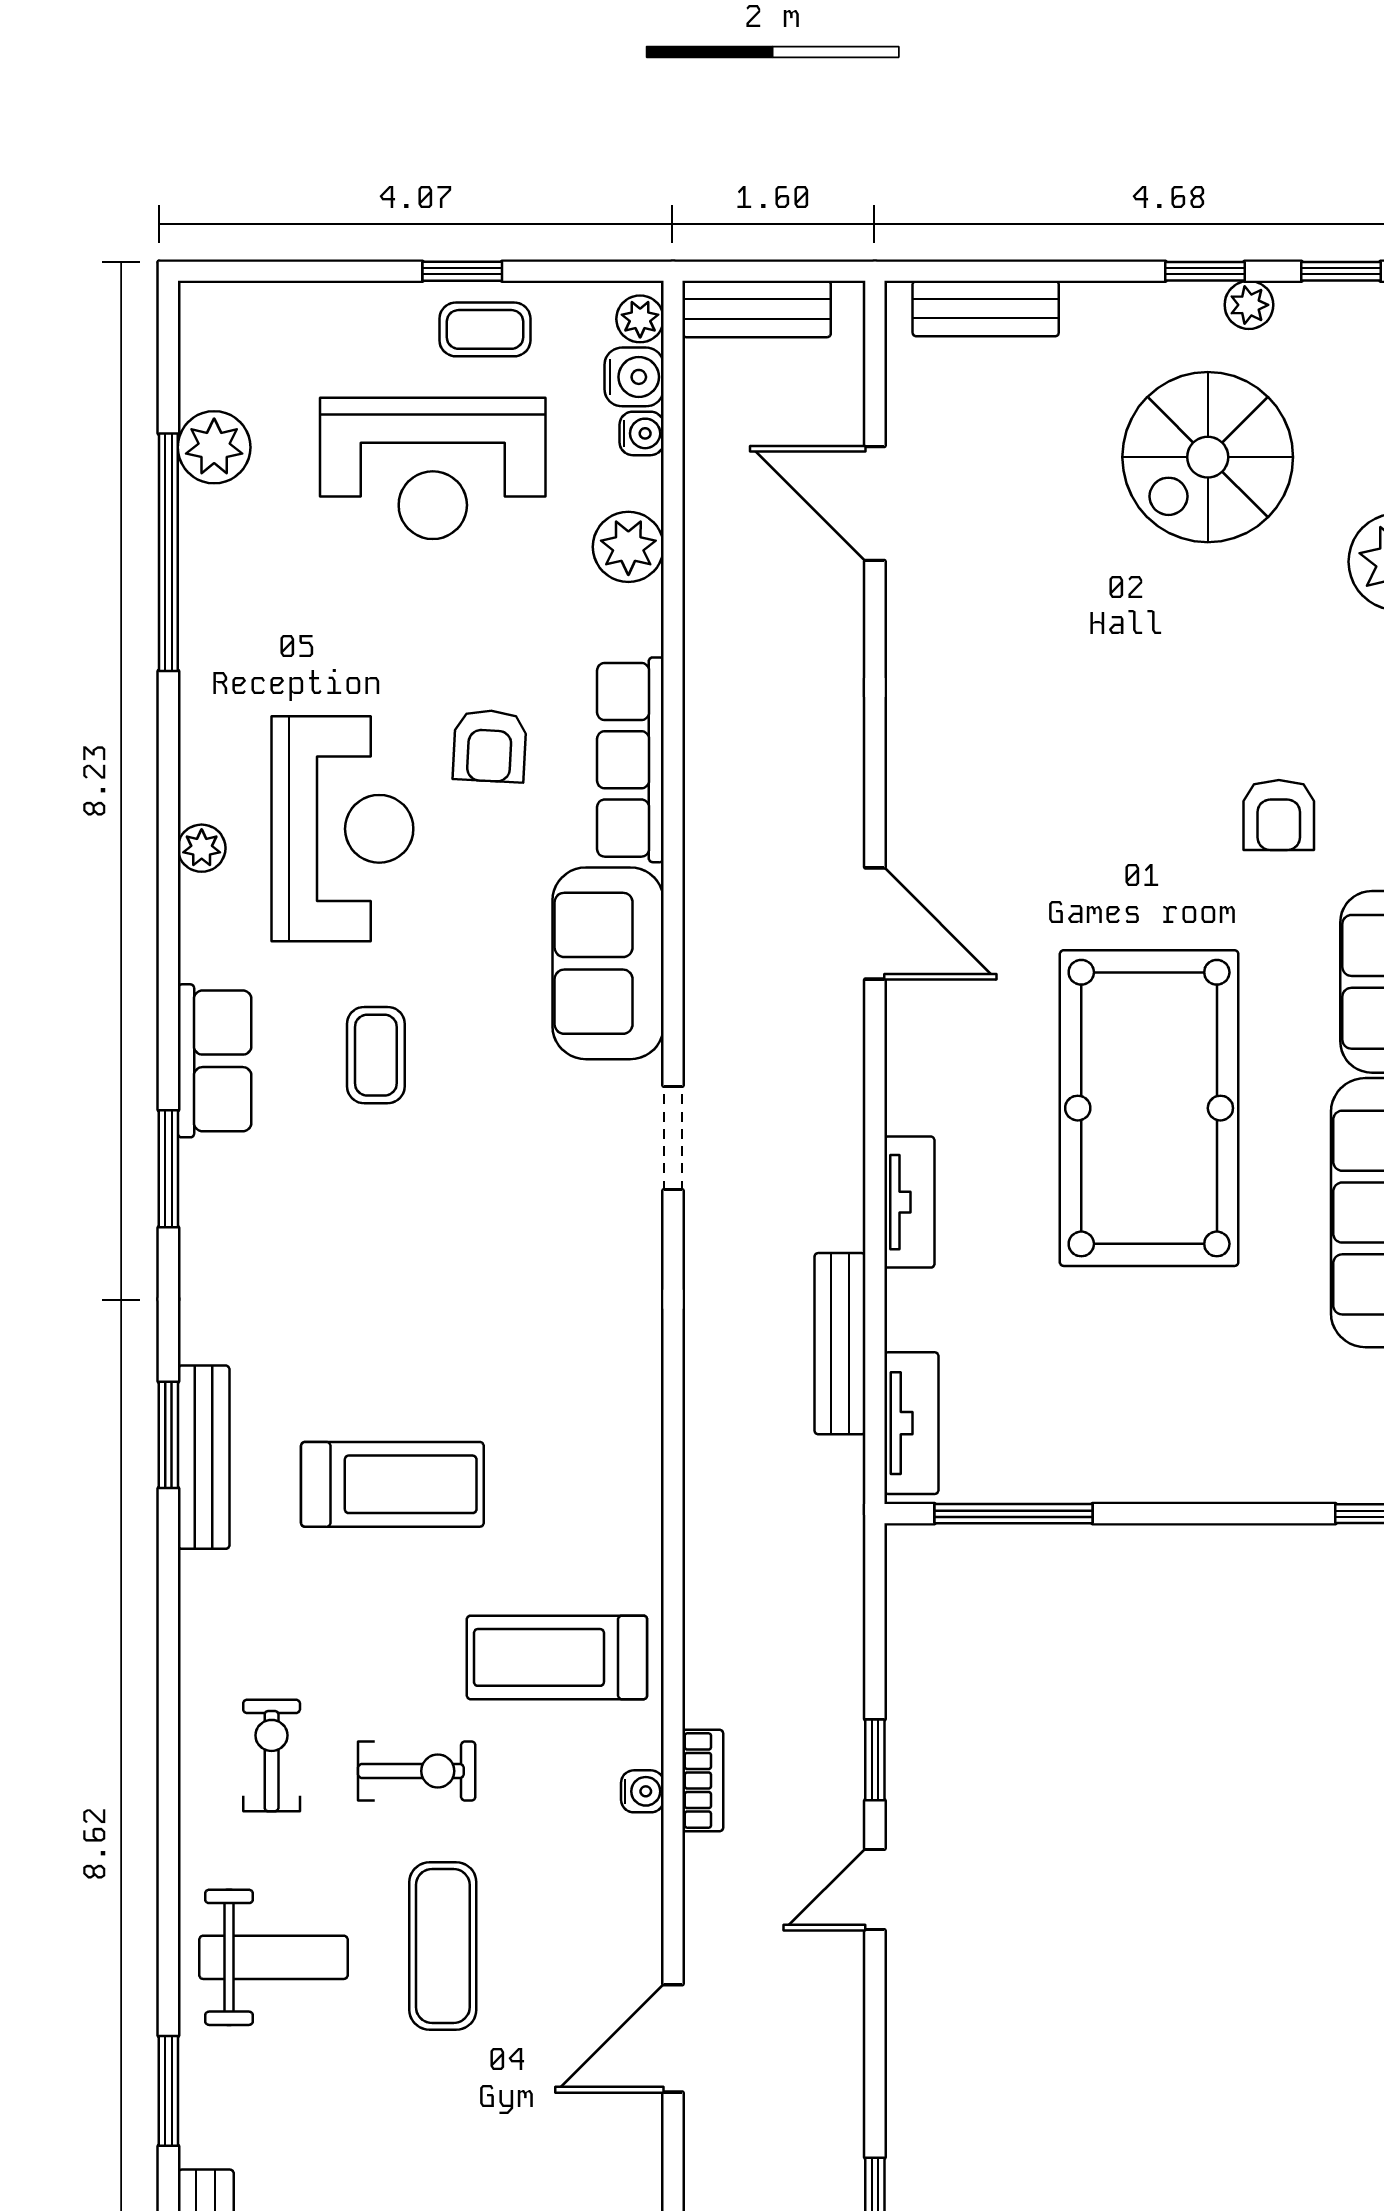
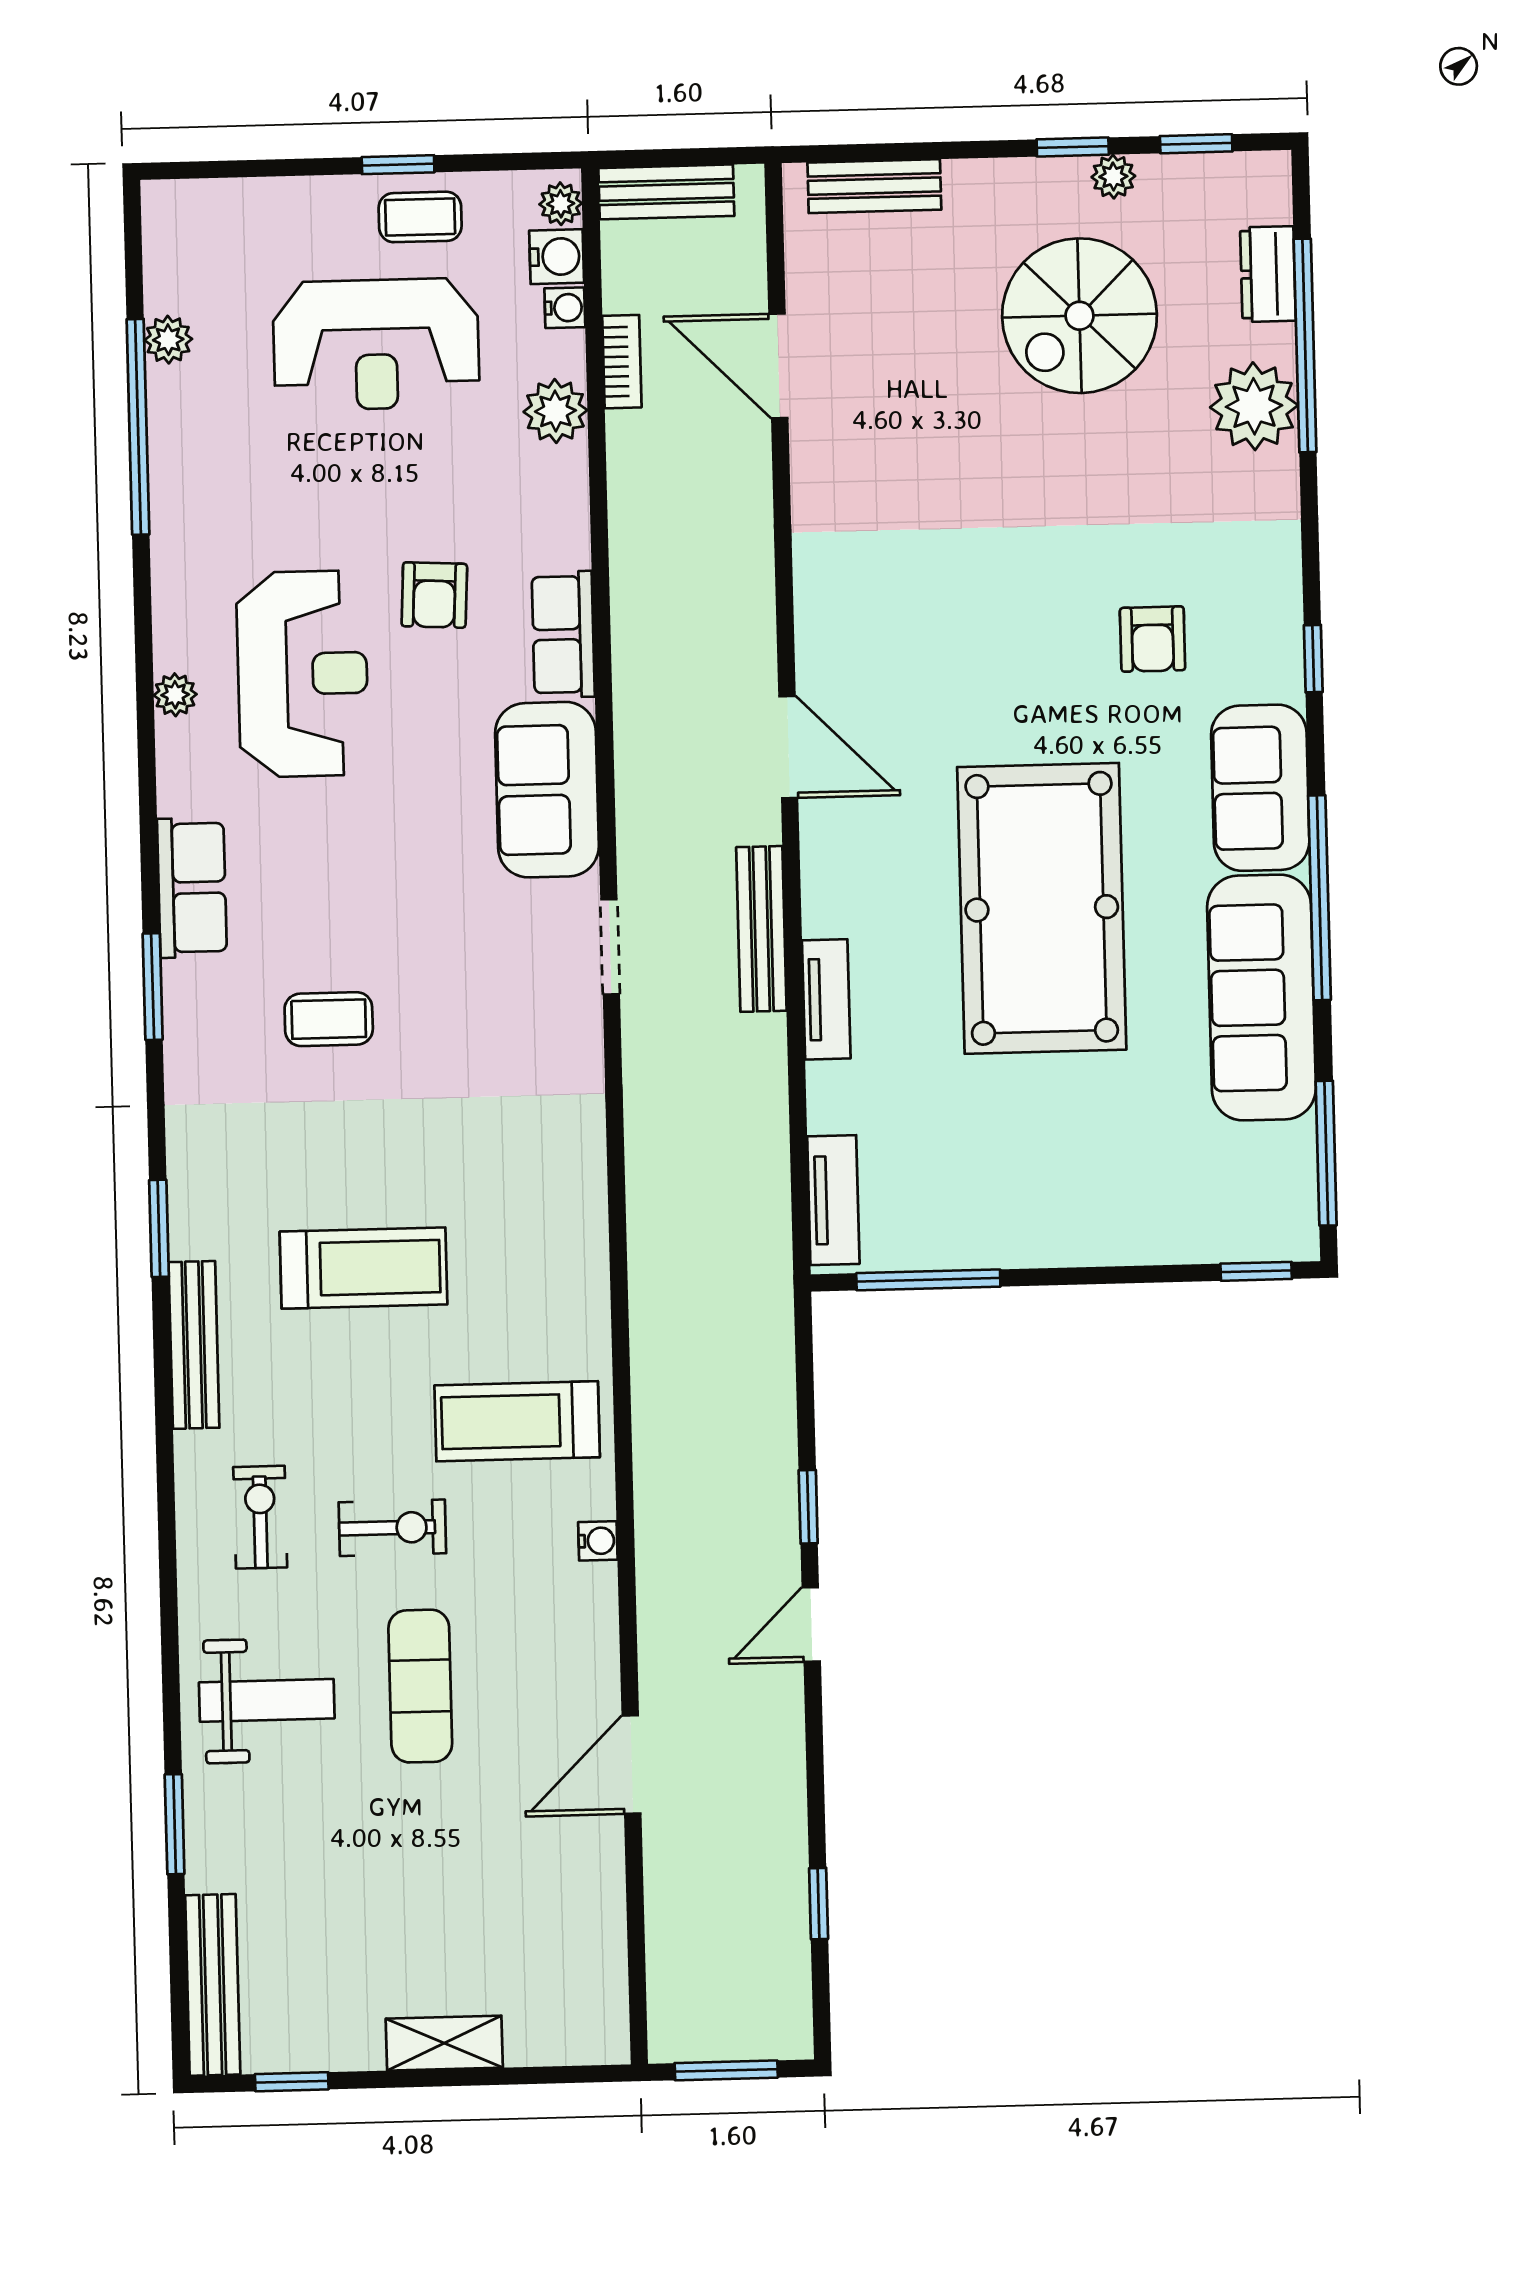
plant: (214, 447) -> (168, 340), width x0.73, depth x0.73
row of seats: (630, 760) -> (563, 634), width x0.68
coffee table: (376, 1055) -> (329, 1019), moved, turned 90
bench: (840, 1344) -> (761, 929), moved
bench: (204, 1457) -> (194, 1345), moved
bookcase: (703, 1781) -> (622, 362), moved

